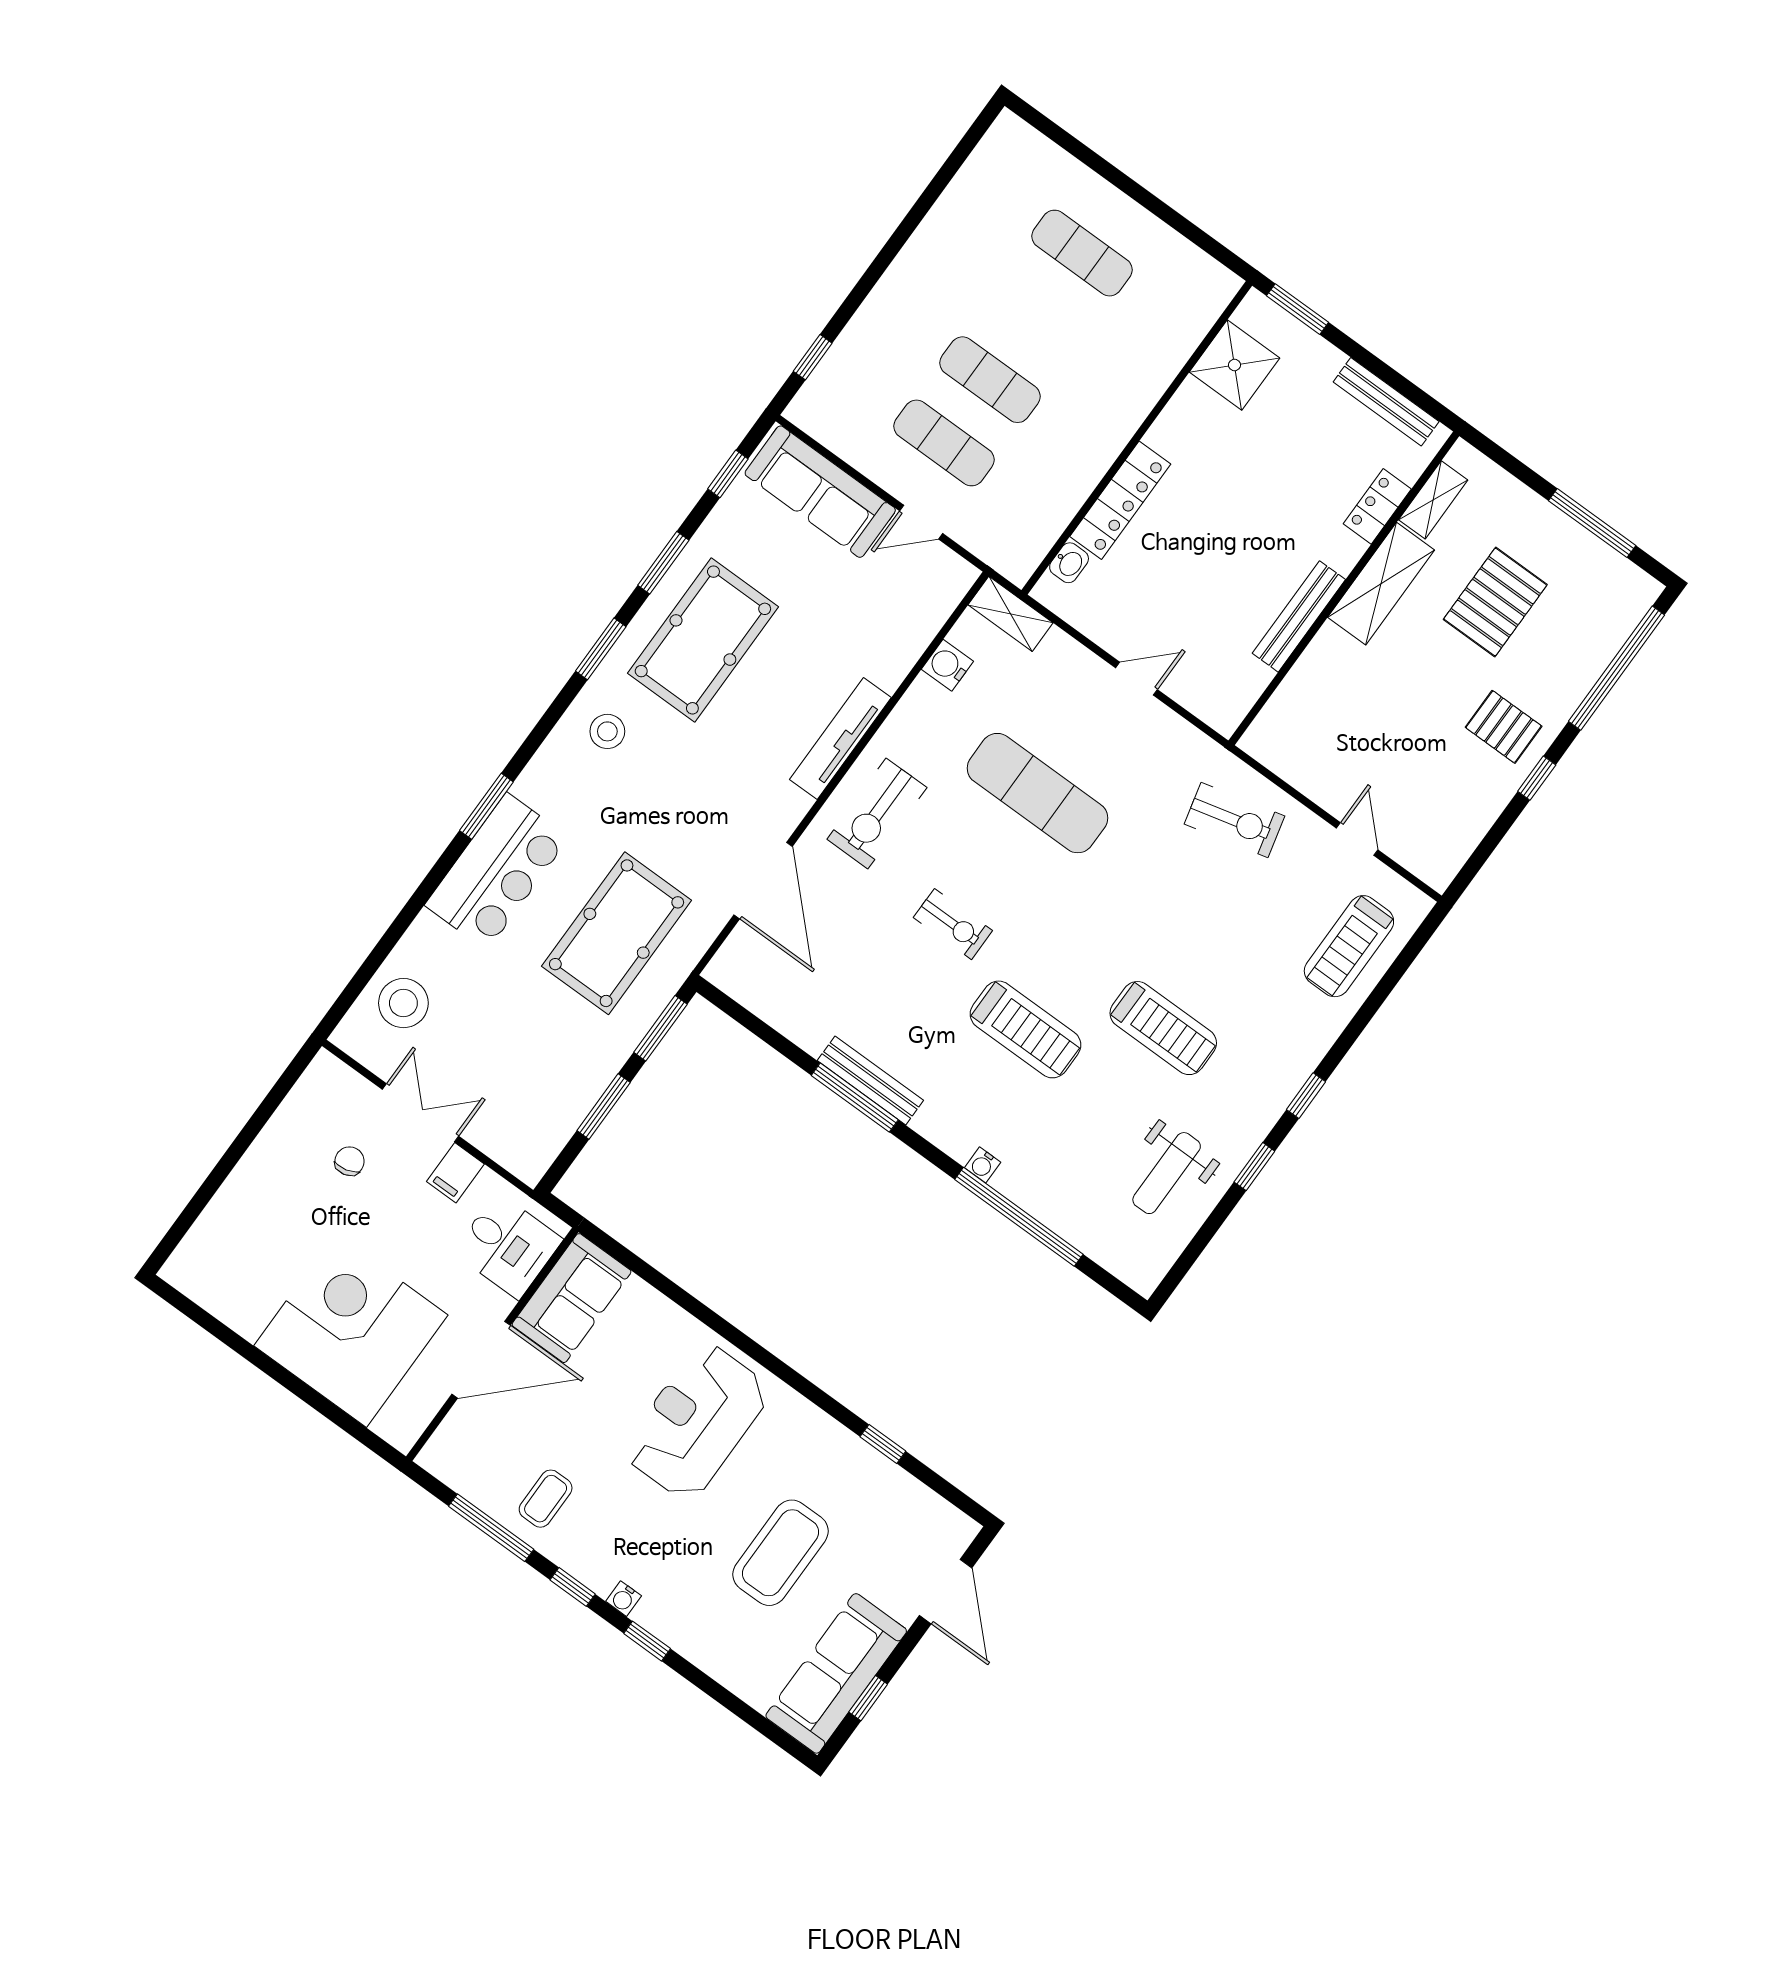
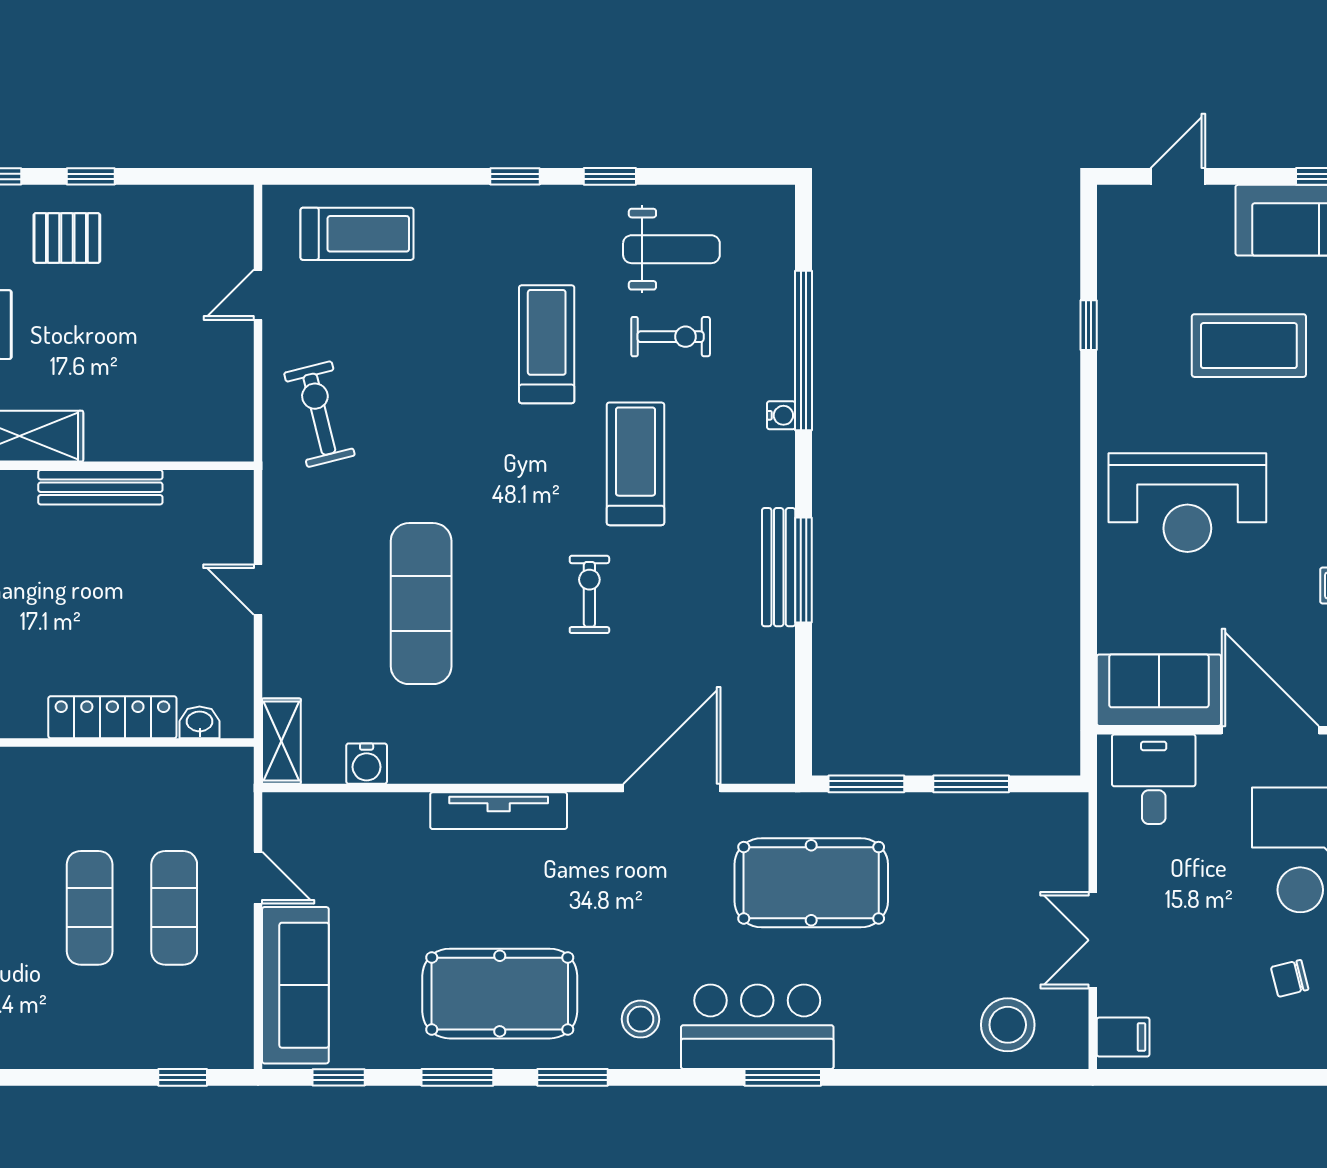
pallet: (1504, 727) -> (67, 238), turned 90
exercise bike: (877, 813) -> (671, 337), moved, width x0.73, depth x0.72
bar counter: (497, 871) -> (757, 1027), moved
chair: (350, 1161) -> (1290, 978), moved
filing cabinet: (455, 1173) -> (1123, 1037), moved
door: (946, 1592) -> (1178, 176), width x0.73

